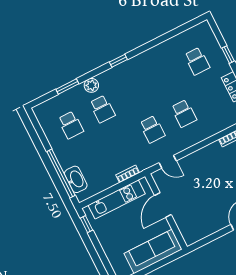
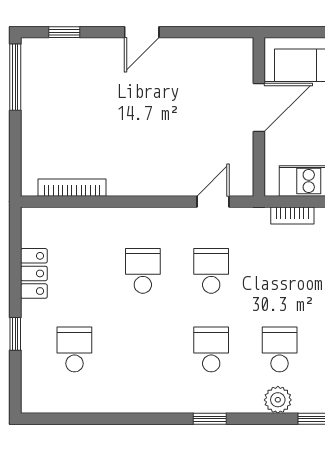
school desk: (134, 93) -> (211, 349), added
door: (168, 162) -> (213, 202), hinge flipped
door: (163, 205) -> (259, 108), moved

